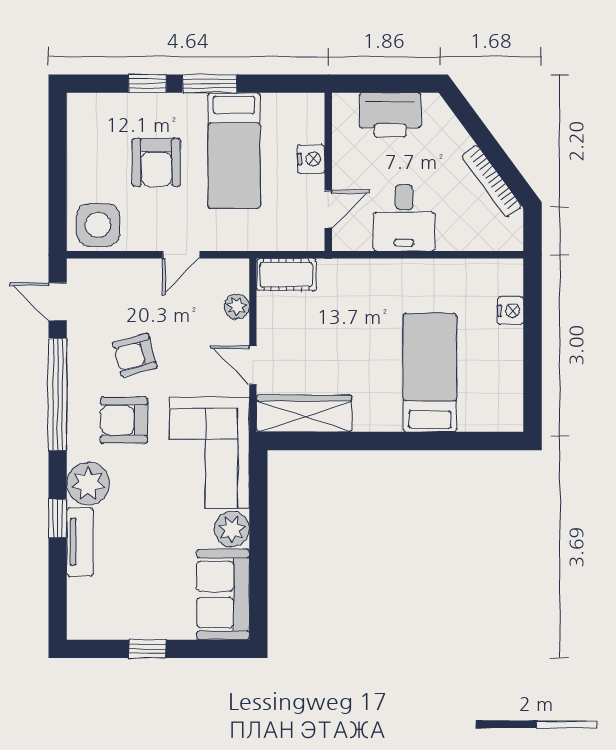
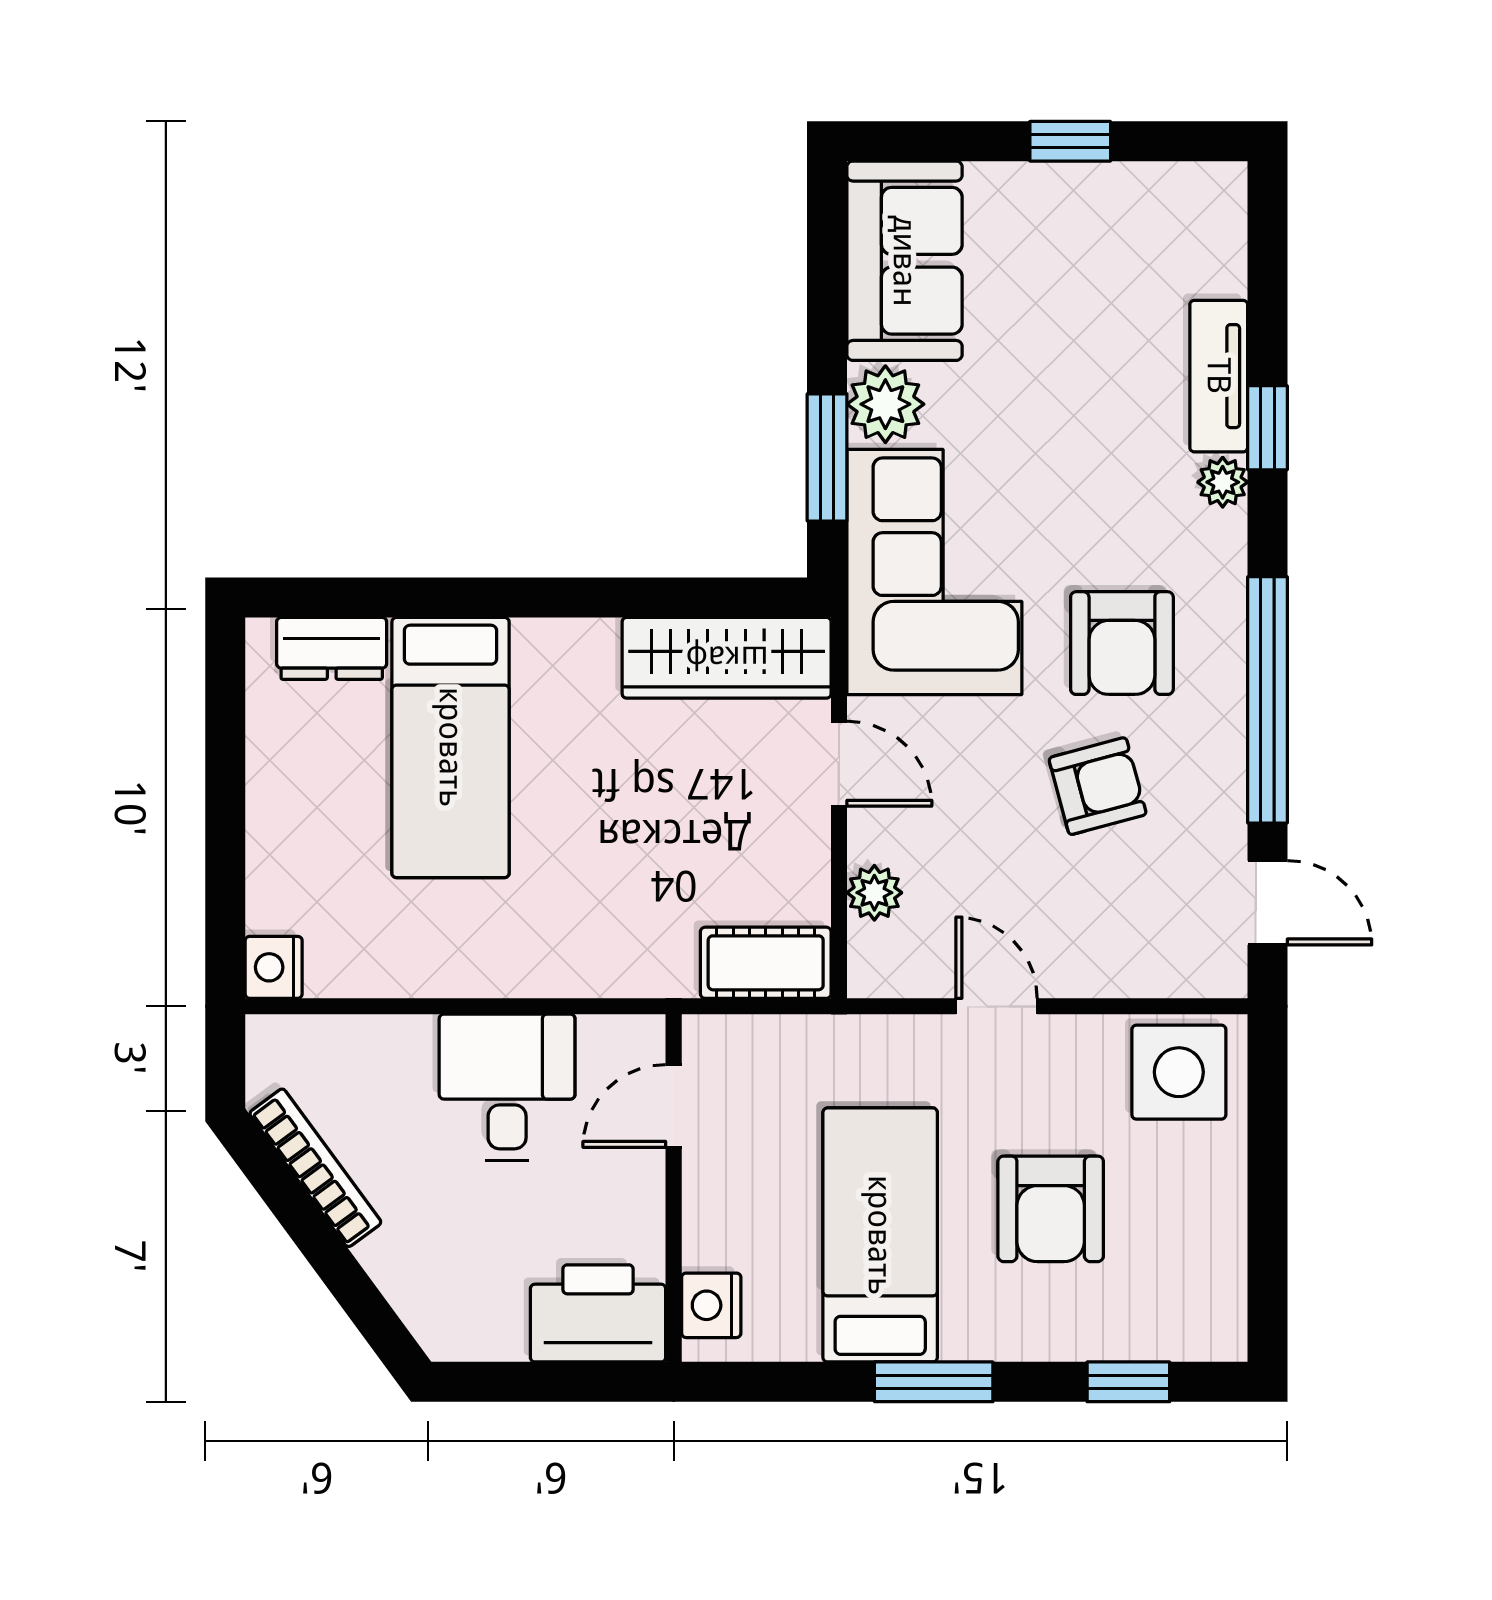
window: (147, 84) -> (1128, 1382), moved
printer: (390, 115) -> (598, 1313), moved
nightstand: (311, 159) -> (711, 1305), moved
armchair: (156, 162) -> (1051, 1209), turned 180
door: (181, 255) -> (997, 1006), hinge flipped
nightstand: (510, 311) -> (274, 967), moved
dresser: (484, 418) -> (332, 648), added
armchair: (124, 420) -> (1122, 643), turned 90
plant: (88, 484) -> (1223, 482), width x0.53, depth x0.53
window: (258, 505) -> (827, 457), added

